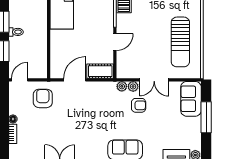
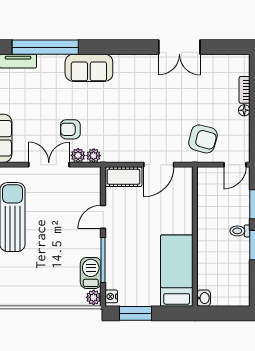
armchair: (43, 98) -> (203, 139), turned -75

